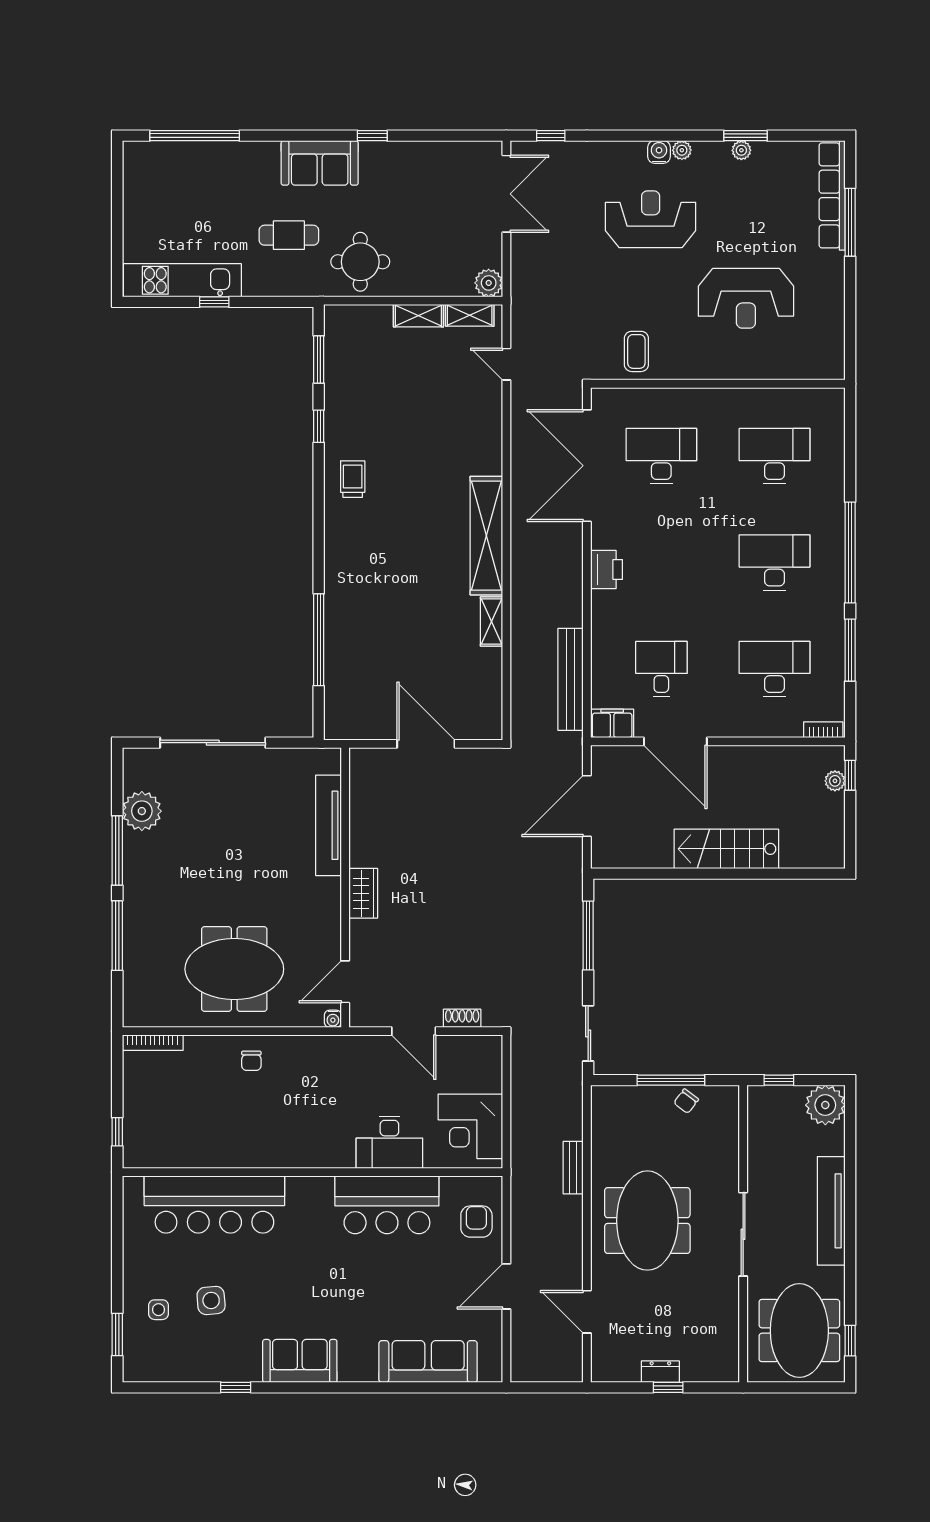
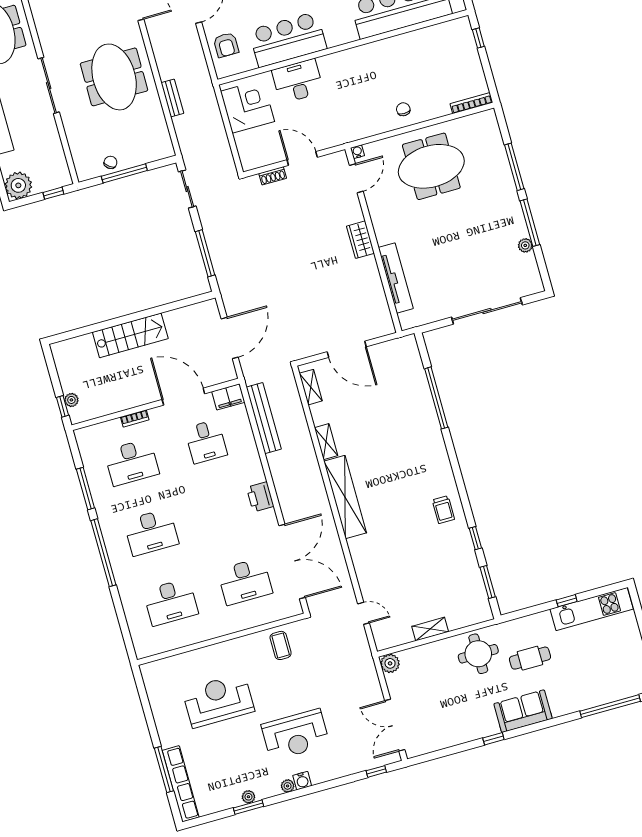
shelving: (470, 315) -> (311, 387), moved, turned 90
bookcase: (823, 730) -> (135, 418), moved
plant: (142, 811) -> (525, 245), width x0.53, depth x0.53

